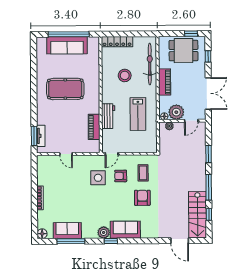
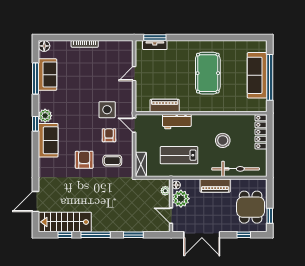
shelving: (146, 148) -> (141, 164), added
armchair: (142, 198) -> (84, 160), turned -90

